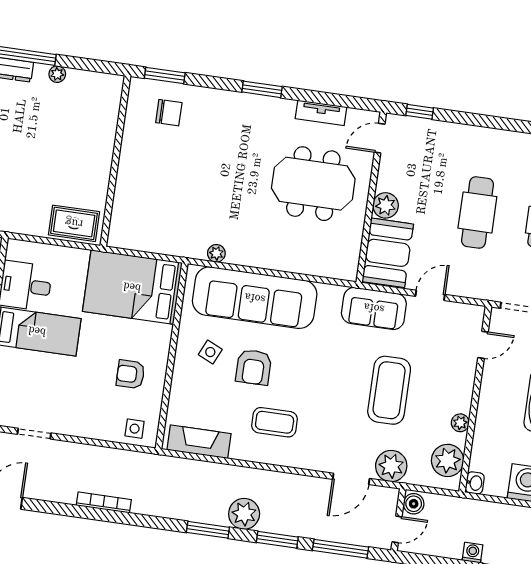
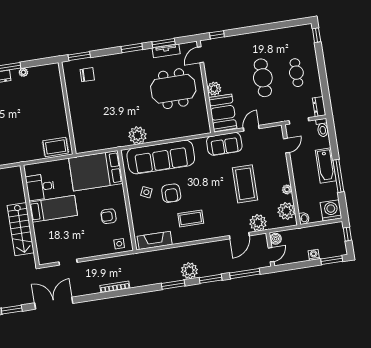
window: (321, 98) -> (164, 43), added
plant: (216, 253) -> (138, 135), width x1.88, depth x1.88

